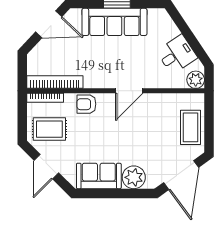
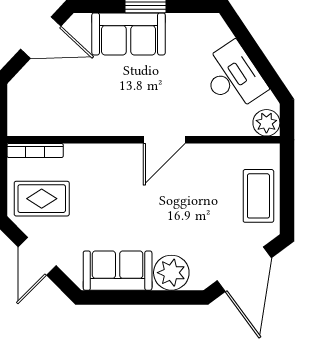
sofa: (114, 22) -> (129, 34), width x0.73
desk: (177, 54) -> (233, 77), width x1.37
bookcase: (55, 82) -> (50, 126), removed
armchair: (86, 104) -> (99, 160), removed

